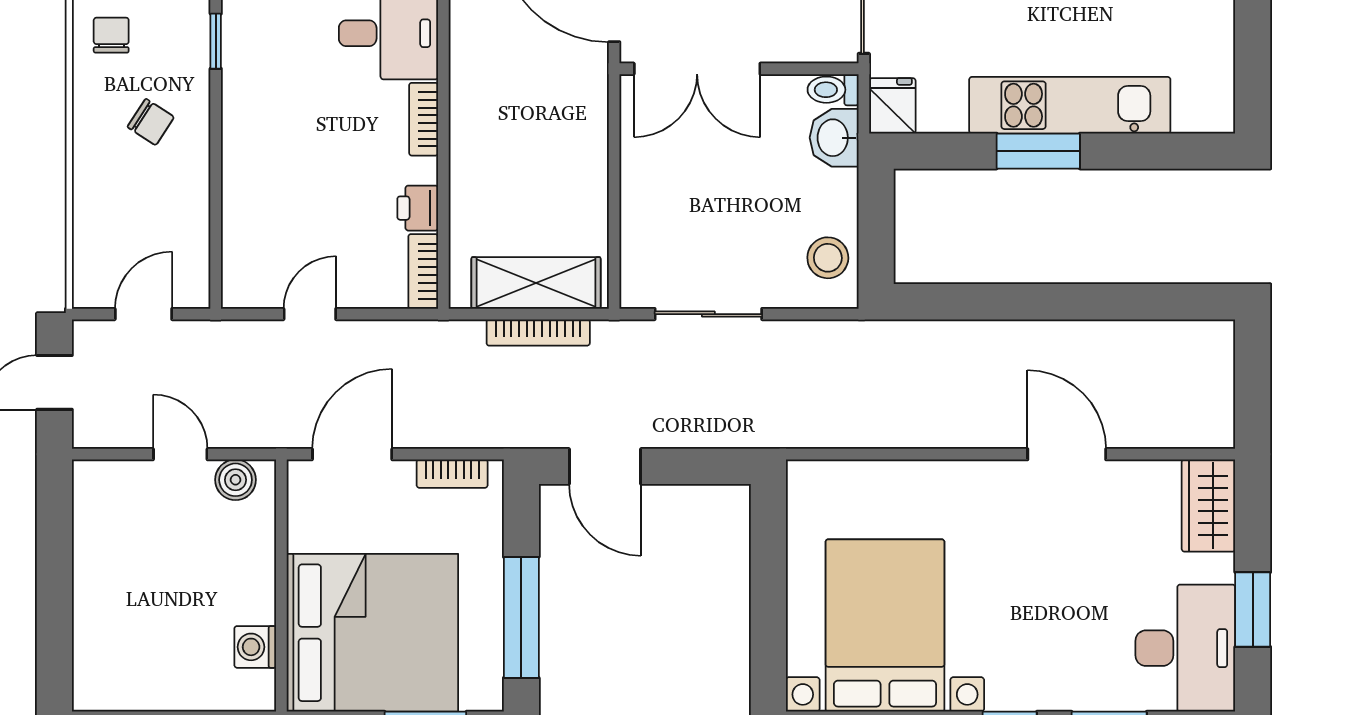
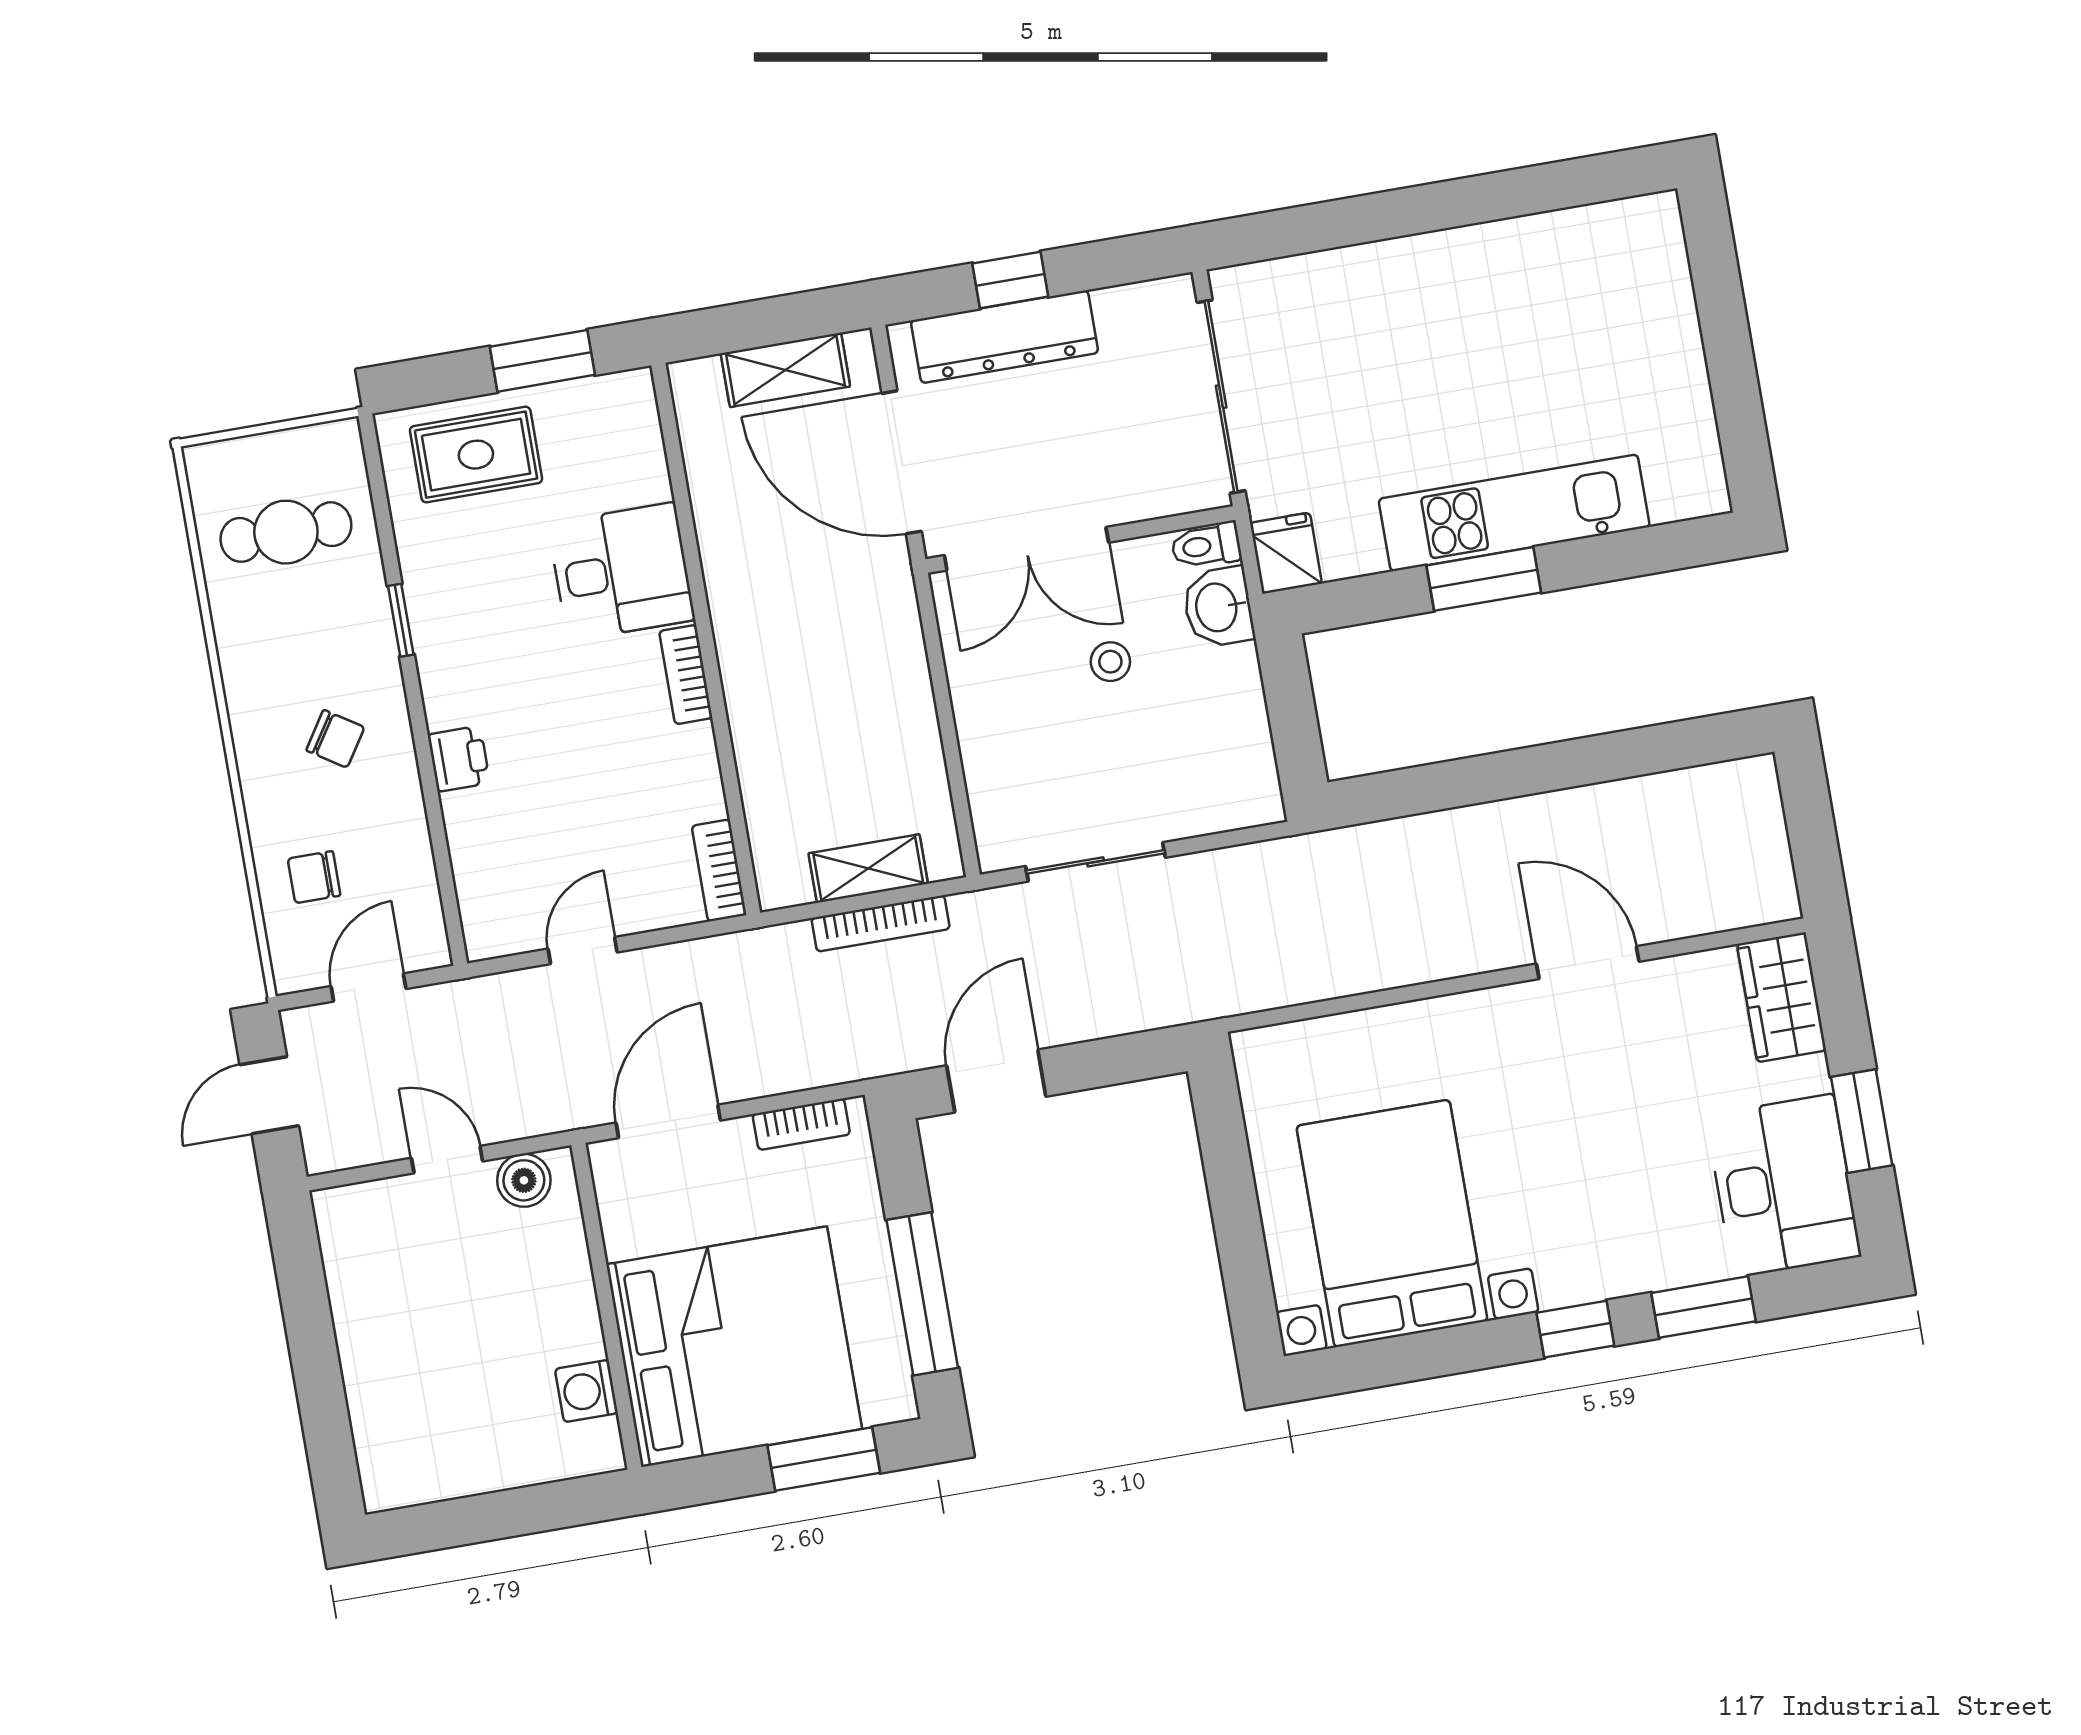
chair: (111, 35) -> (314, 877), moved, turned -90
printer: (418, 208) -> (459, 759), moved, turned 180
stool: (828, 258) -> (1110, 662), moved, width x0.73, depth x0.73
shelving: (536, 283) -> (868, 869), width x0.67, depth x0.75
door: (605, 466) -> (996, 1081), swing flipped

